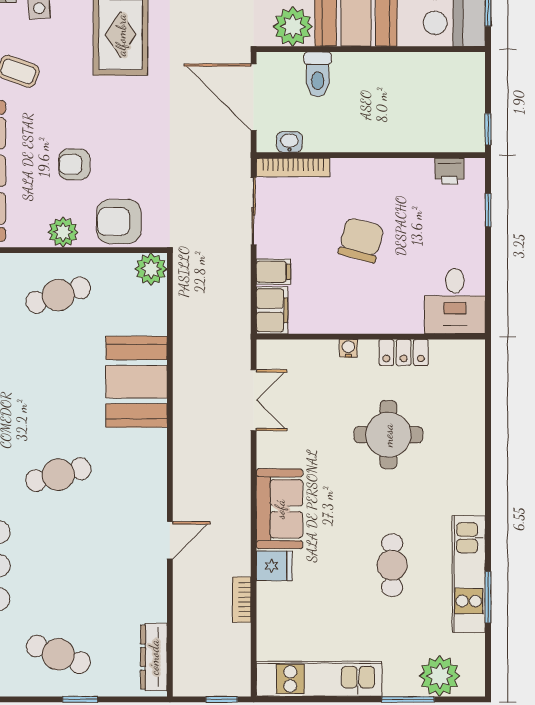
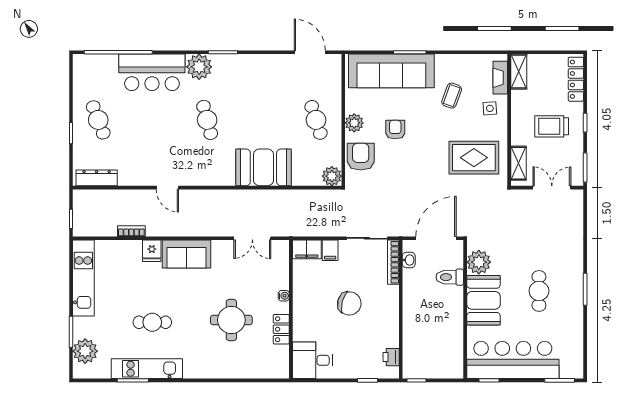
cafe table: (58, 654) -> (98, 120), turned -42

